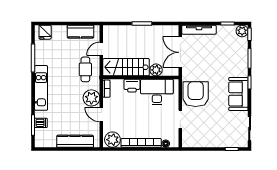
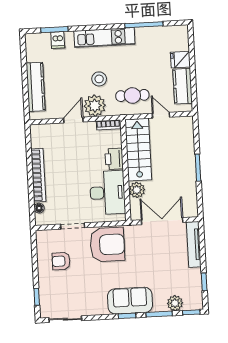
plant: (242, 31) -> (175, 303), moved
fridge: (45, 32) -> (180, 60), moved
stool: (72, 94) -> (99, 79), added
sofa: (238, 94) -> (130, 301), moved
armchair: (206, 129) -> (61, 261), added
plant: (112, 140) -> (41, 137), removed

